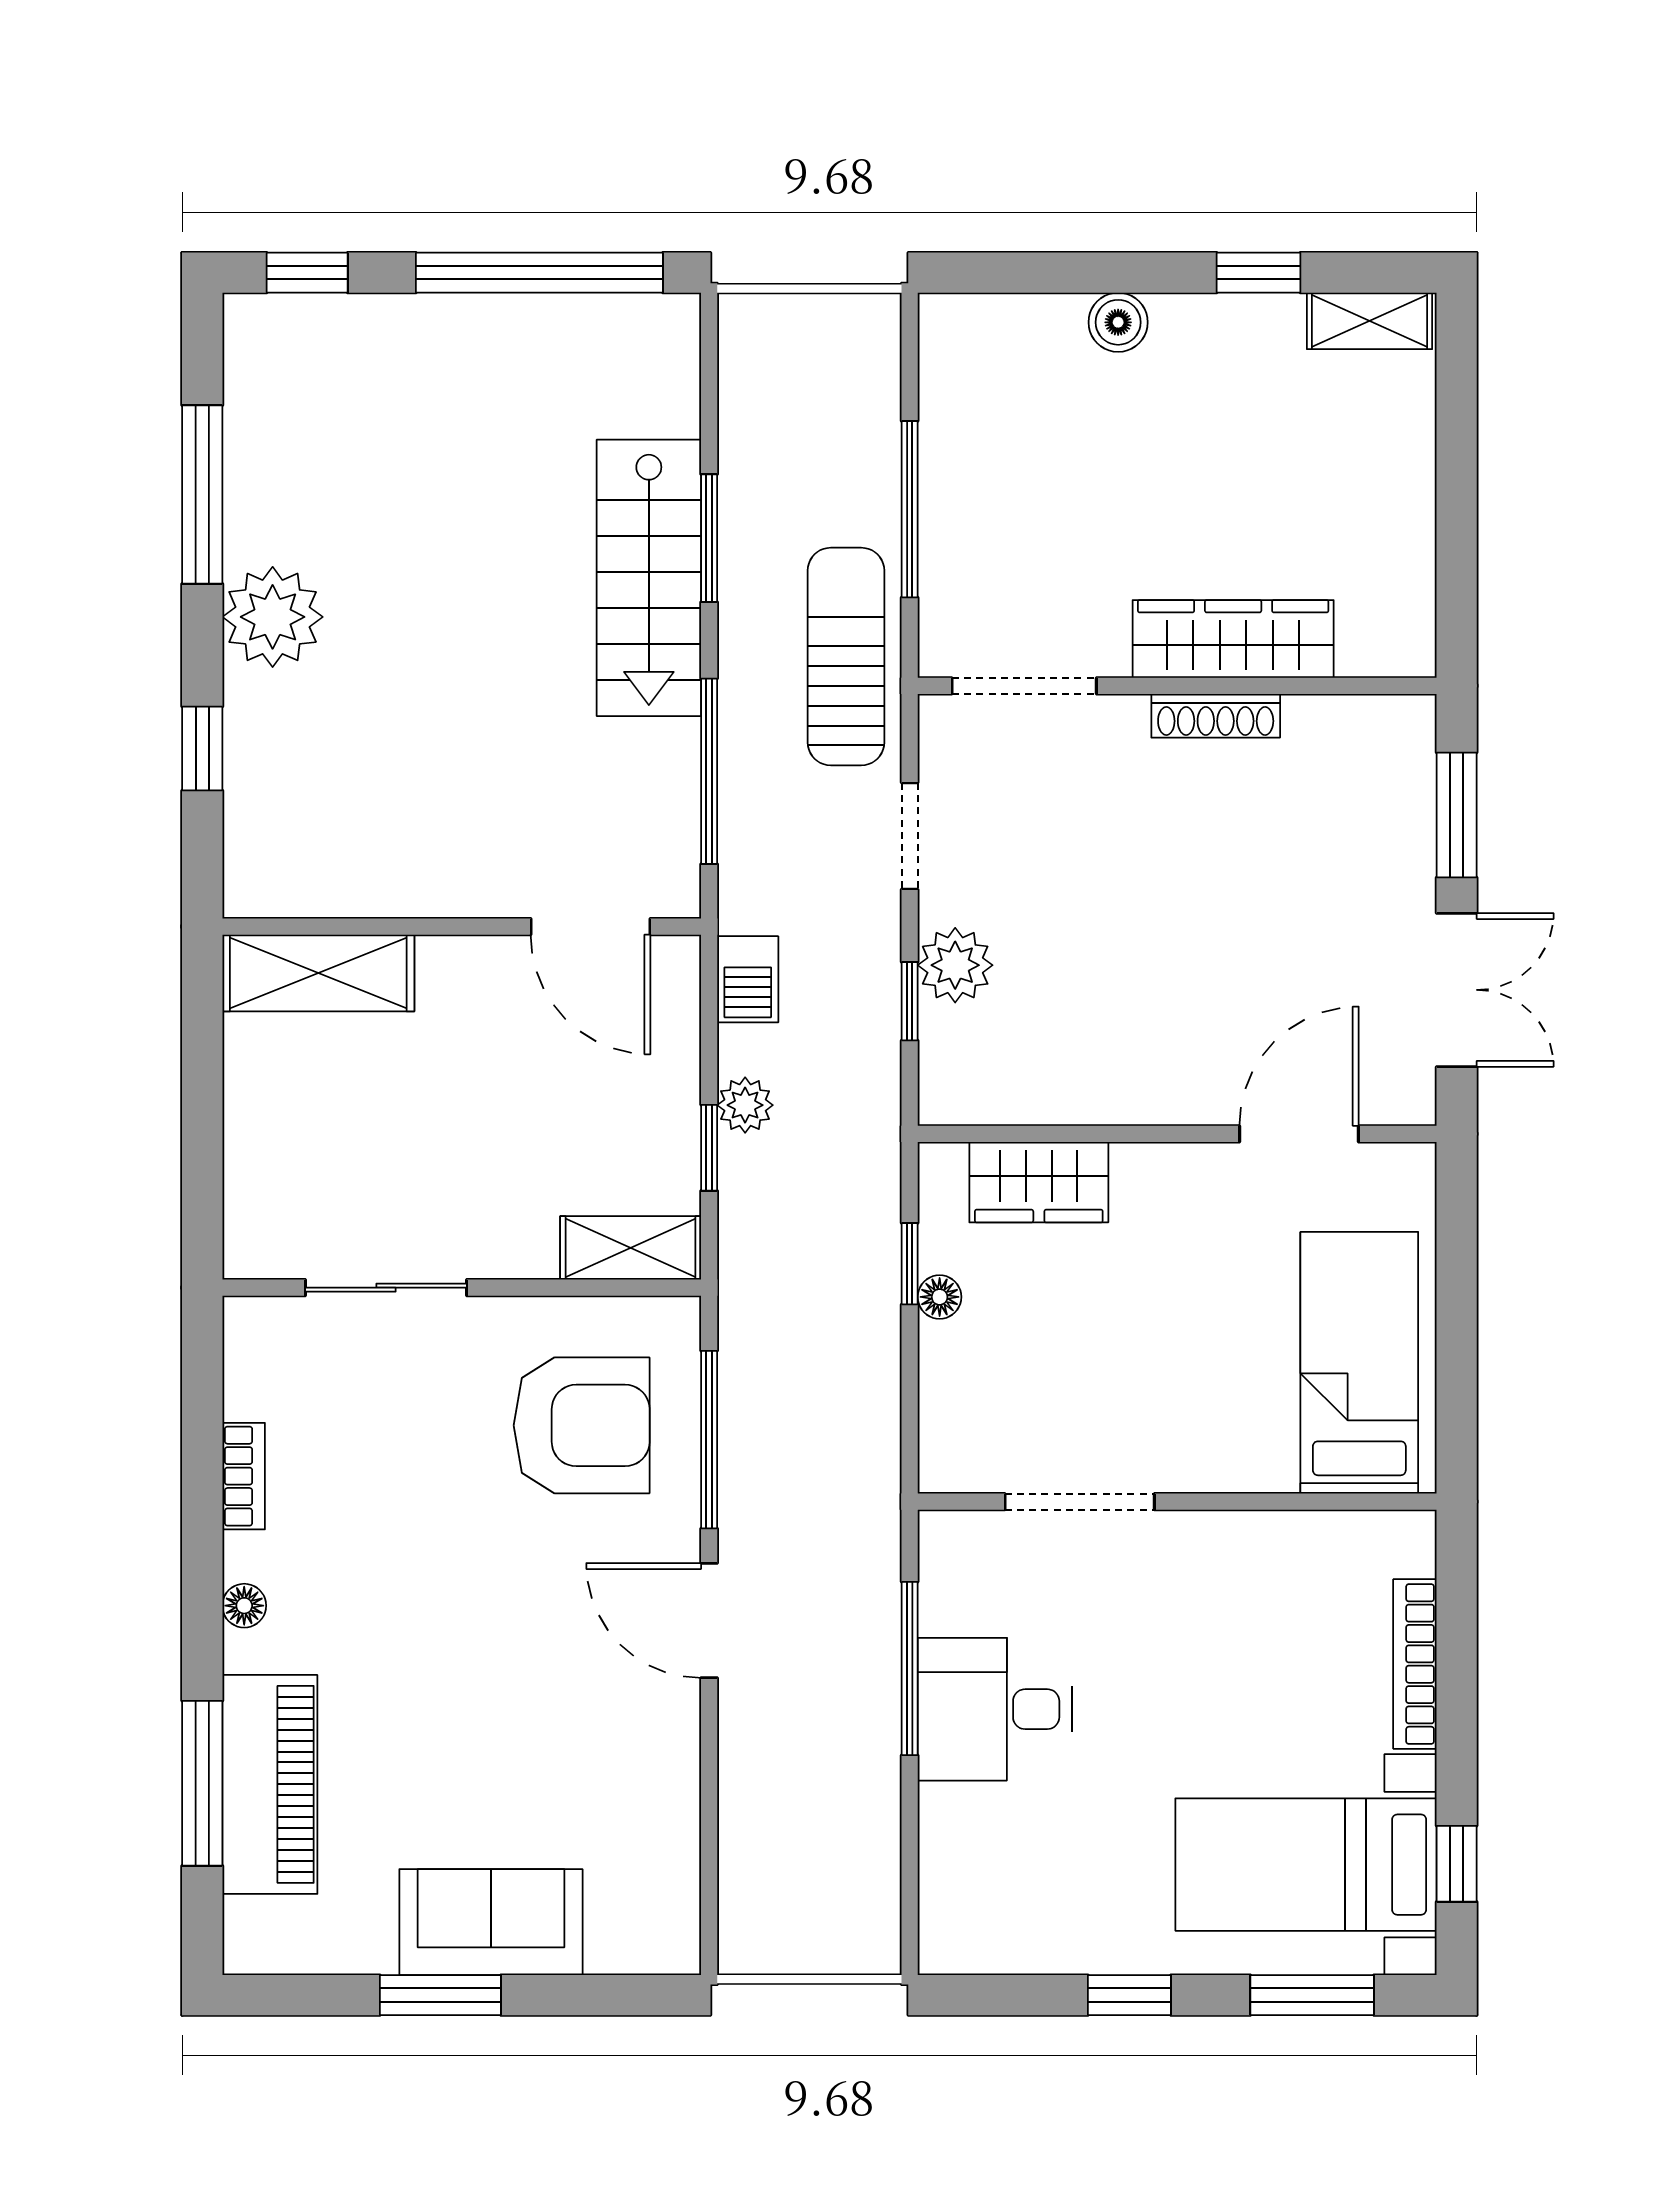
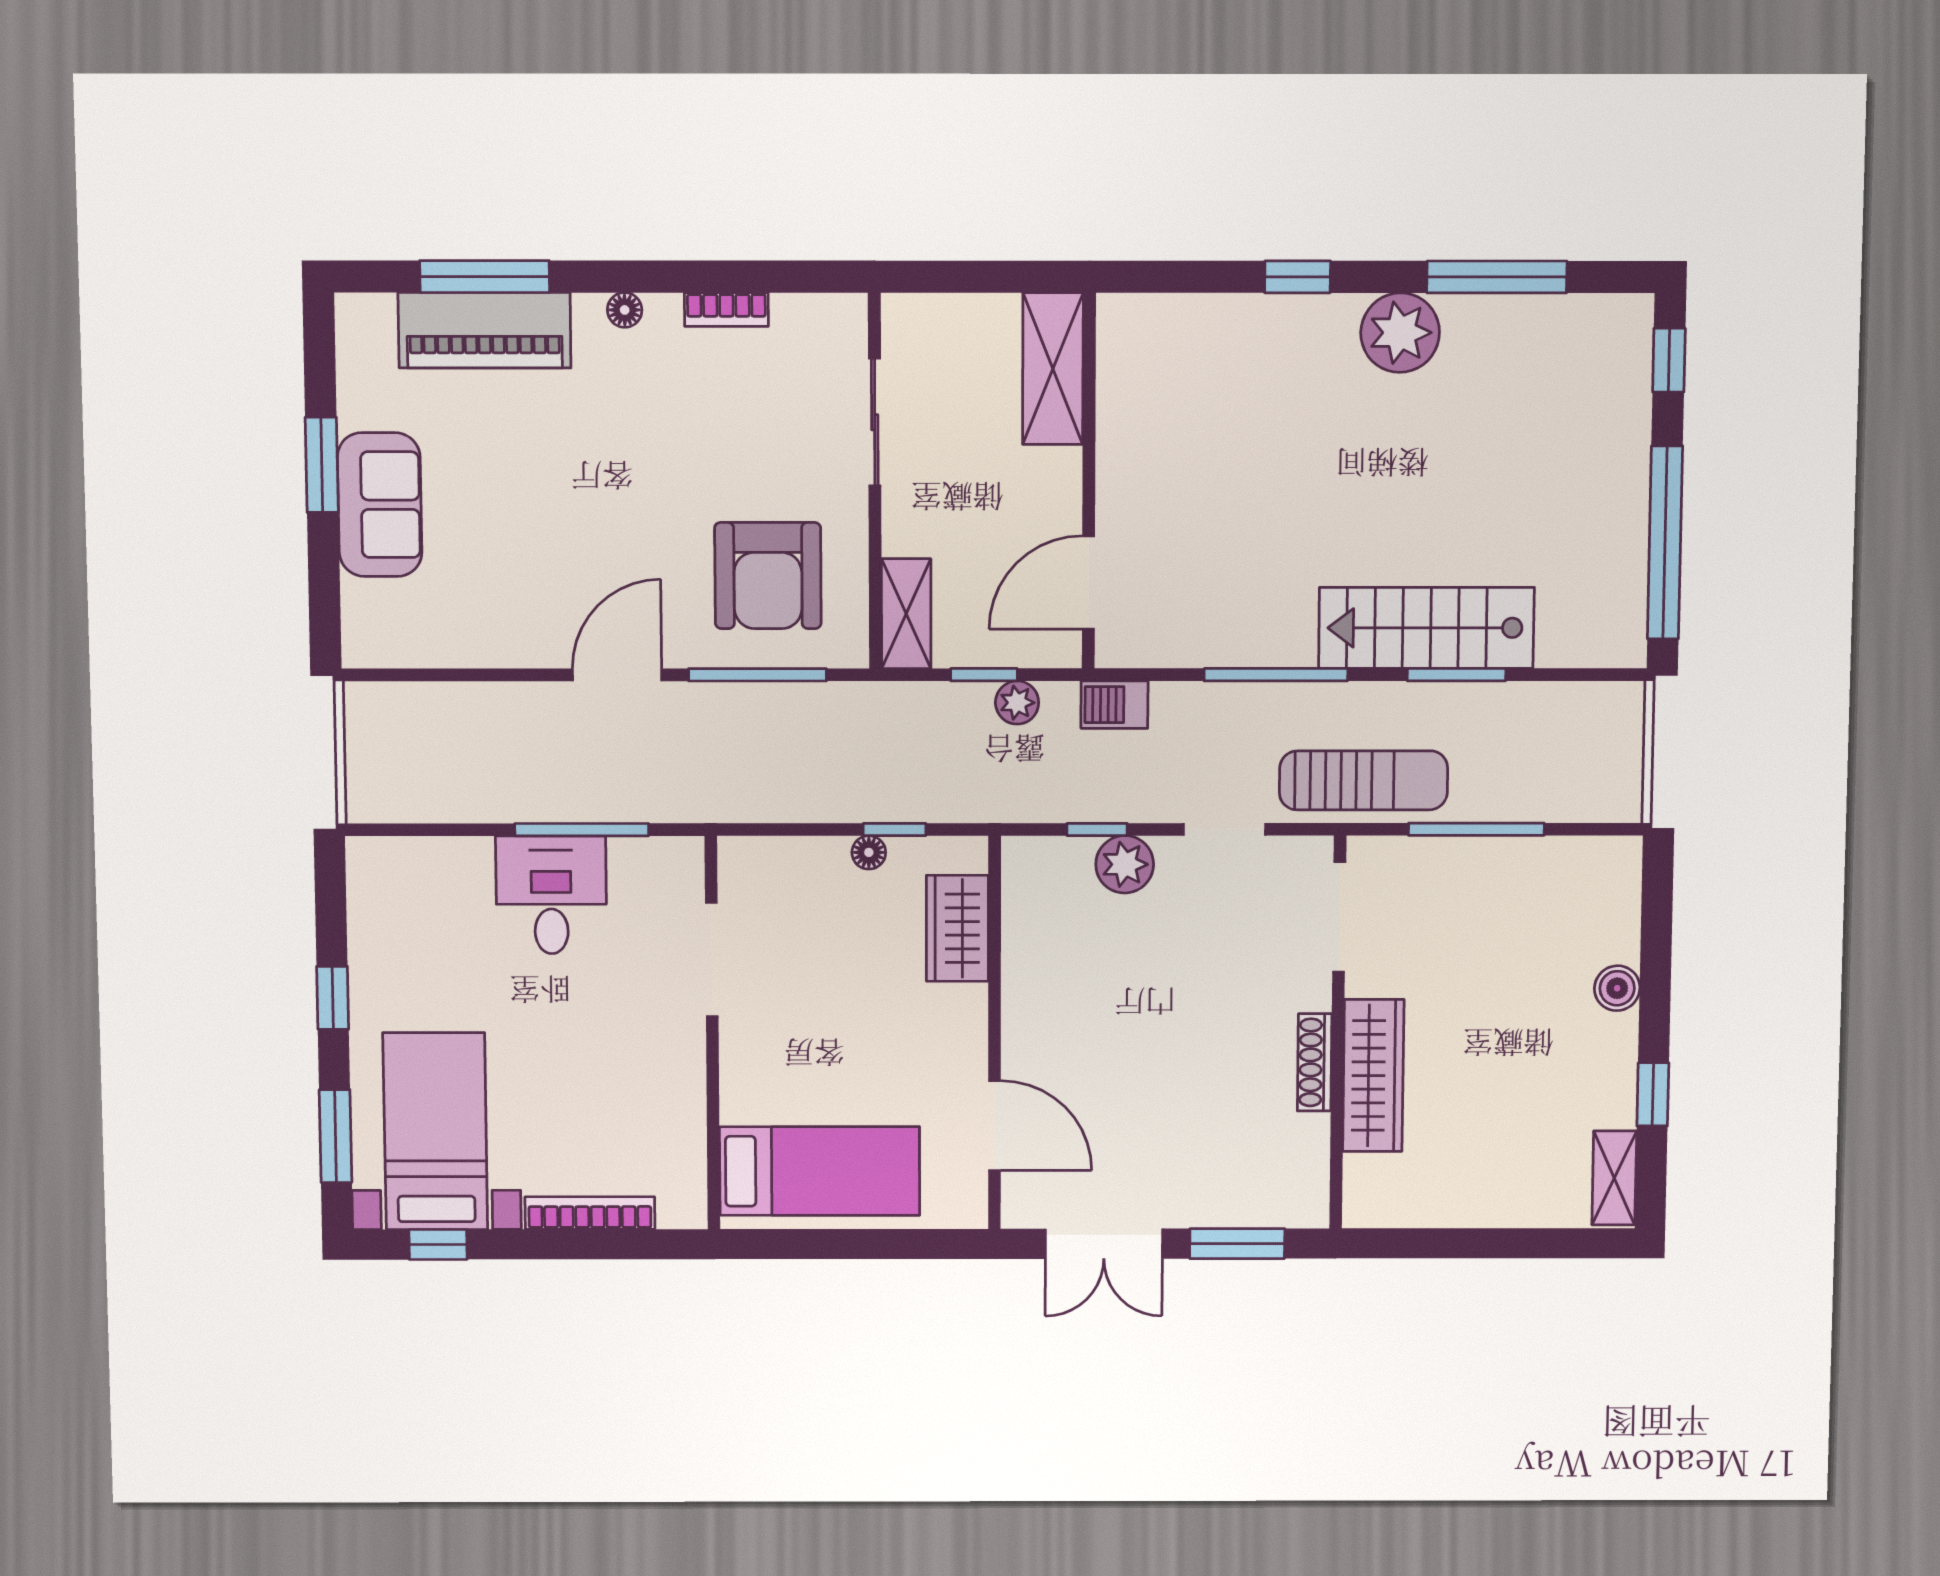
wall: (462, 927) -> (1089, 482), moved
door: (591, 927) -> (1088, 583), moved
shelving: (318, 973) -> (1053, 369), moved

